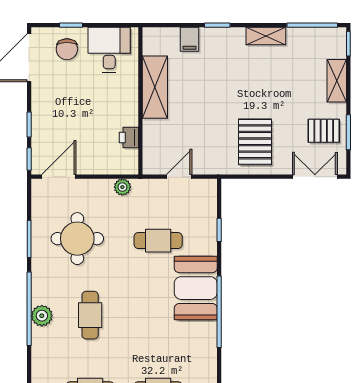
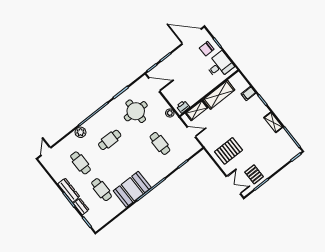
shelving: (337, 81) -> (197, 110), moved
printer: (129, 138) -> (183, 107), moved
booth: (196, 288) -> (132, 189), moved
plant: (42, 316) -> (80, 132), moved

